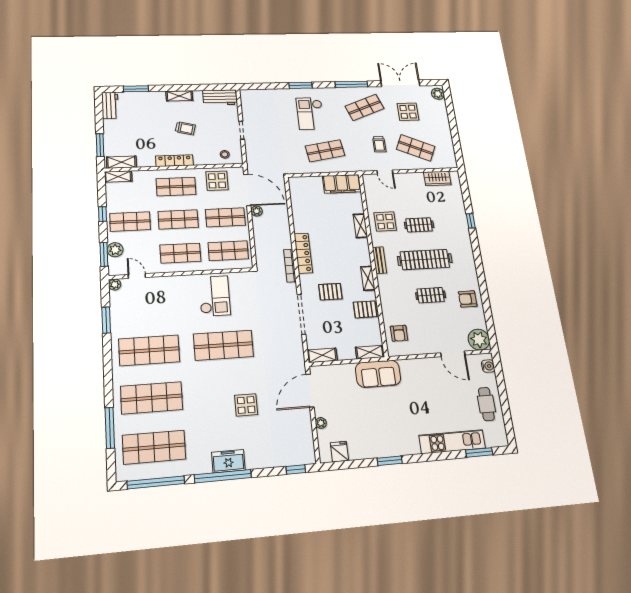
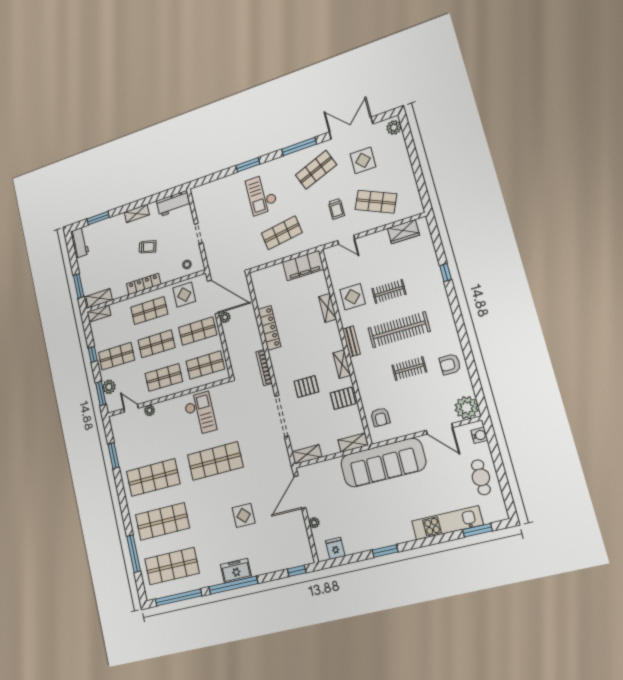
locker: (303, 253) -> (269, 328), moved
plant: (115, 284) -> (150, 410), moved
sofa: (378, 374) -> (383, 463), width x1.85, depth x1.27

